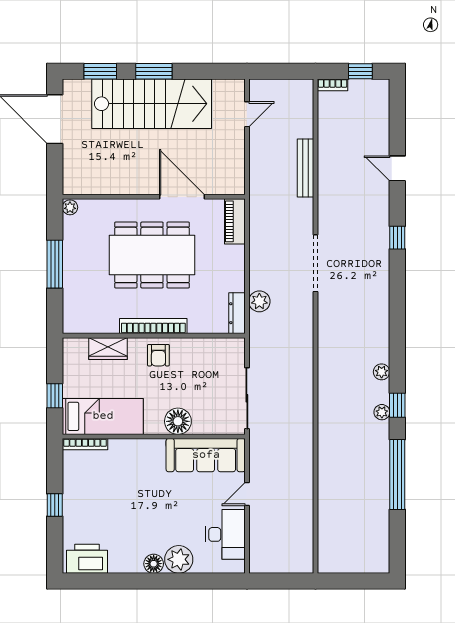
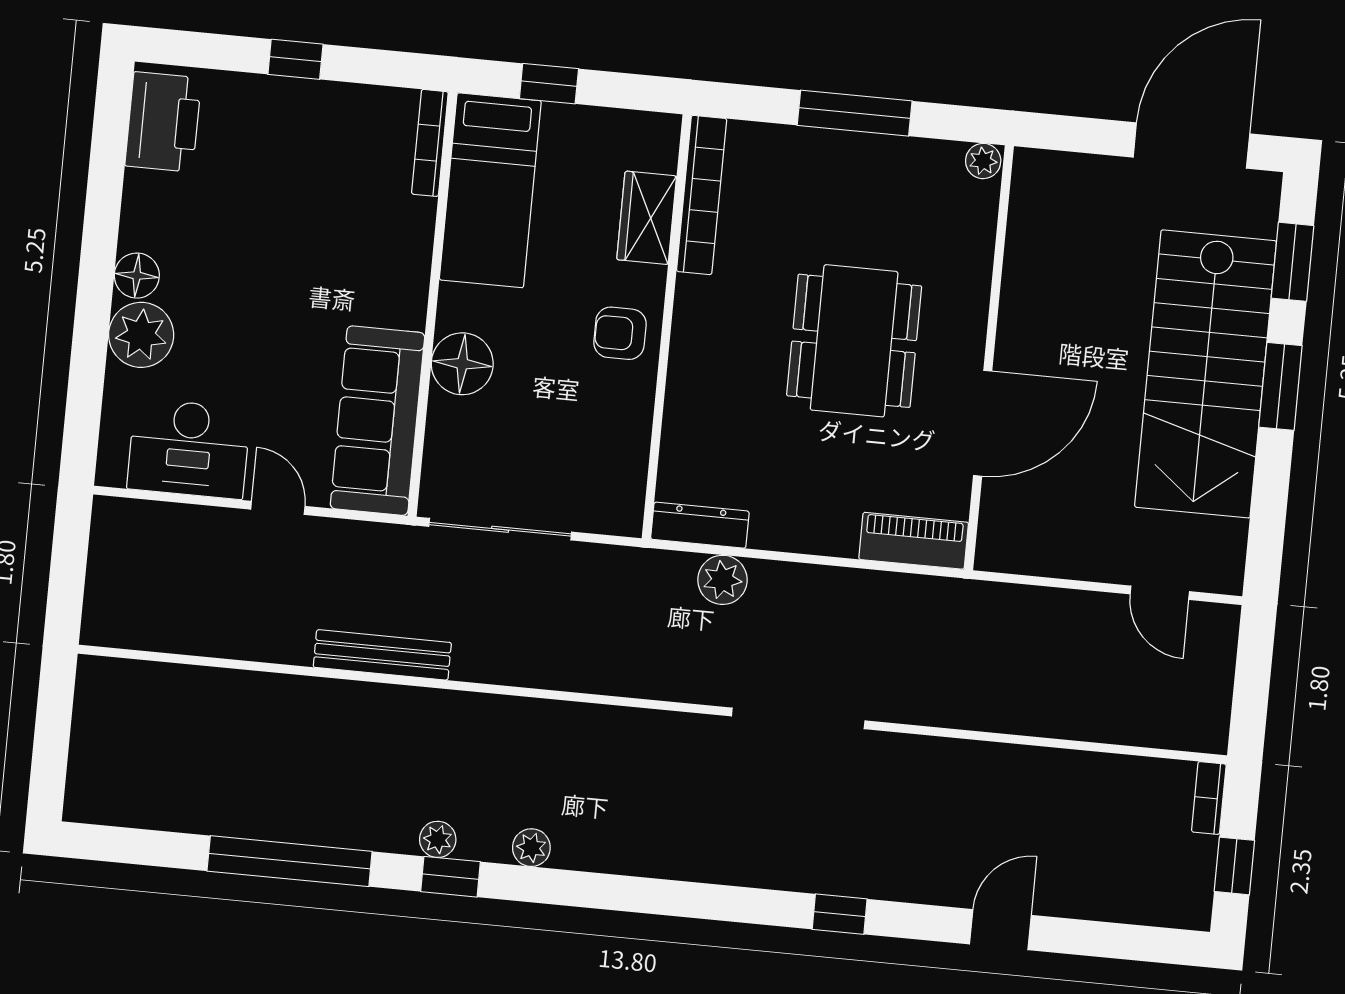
bench: (305, 168) -> (382, 655), moved
dining table: (152, 255) -> (854, 341), width x0.73, depth x0.80
bookcase: (153, 326) -> (702, 195), moved

